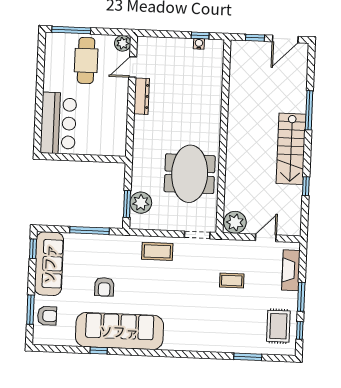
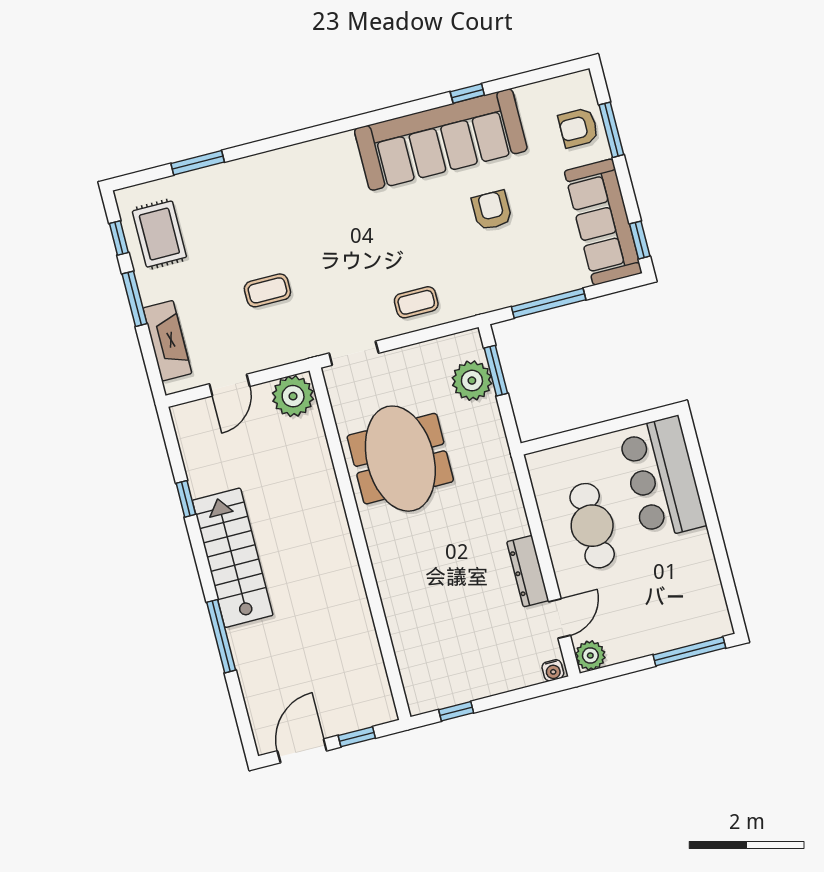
water cooler: (199, 44) -> (553, 670), moved
cafe table: (86, 60) -> (592, 526), moved
coffee table: (157, 251) -> (416, 302), width x0.73, depth x0.77

